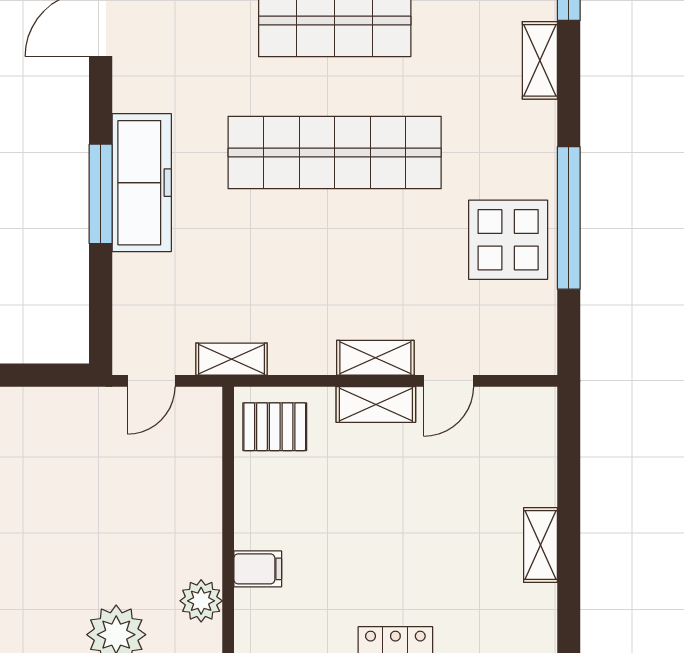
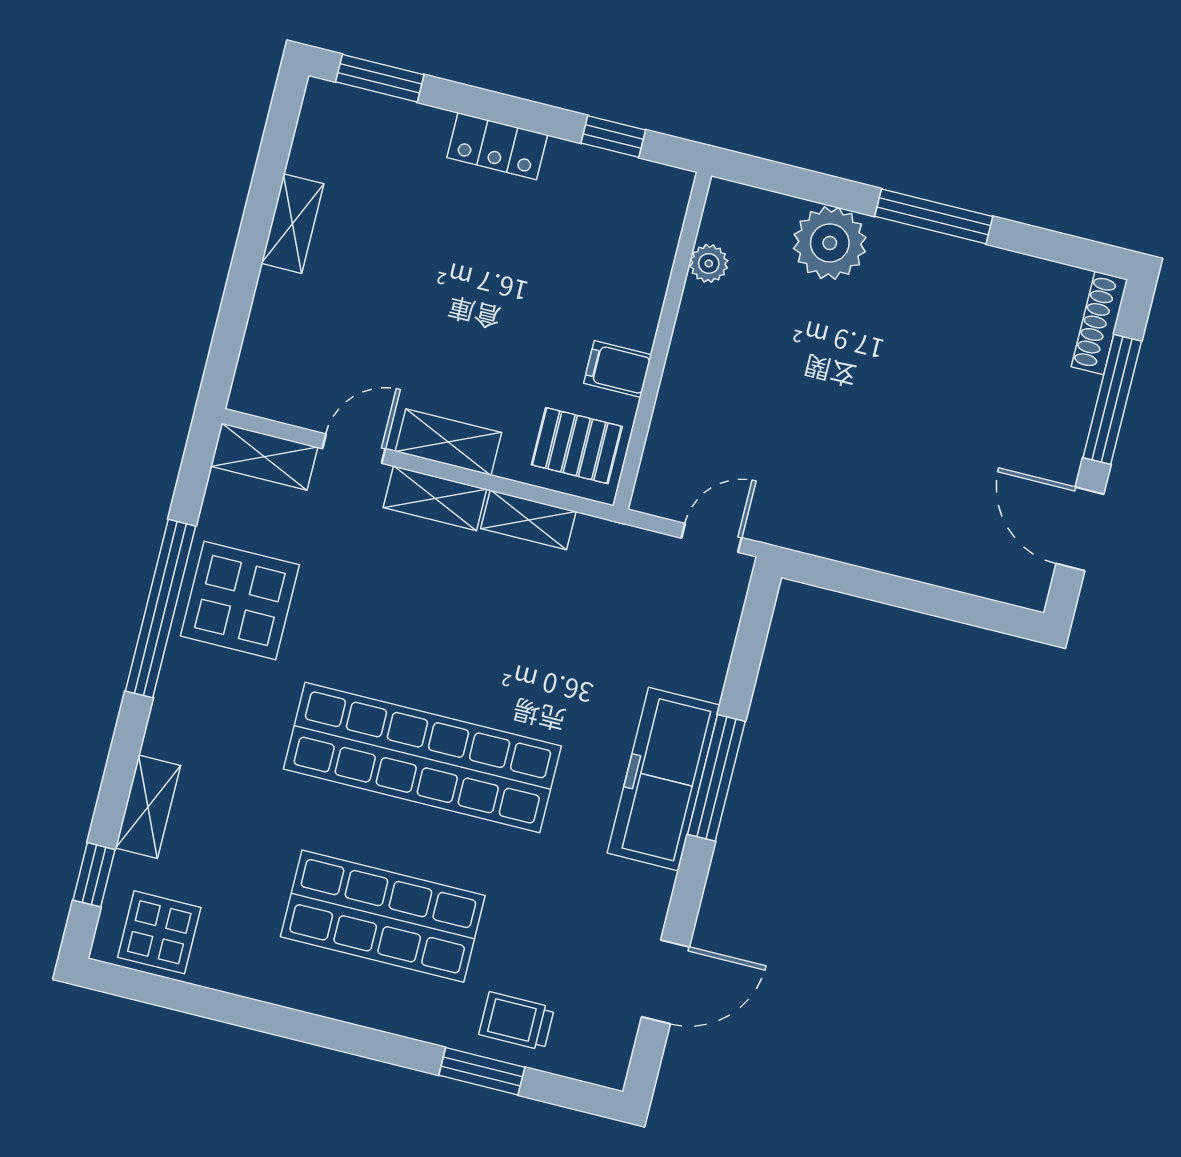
shelving: (517, 357) -> (264, 457), added
shelving: (231, 359) -> (528, 520), moved
filing cabinet: (258, 569) -> (618, 369), moved
plant: (201, 601) -> (709, 263), width x0.73, depth x0.73

